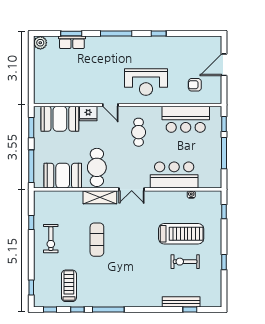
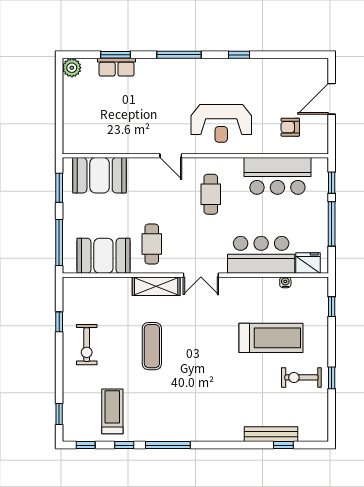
fridge: (88, 114) -> (308, 263), moved, turned 180
cafe table: (97, 167) -> (152, 244), width x0.73, depth x0.74
exercise bike: (185, 262) -> (301, 377), moved

